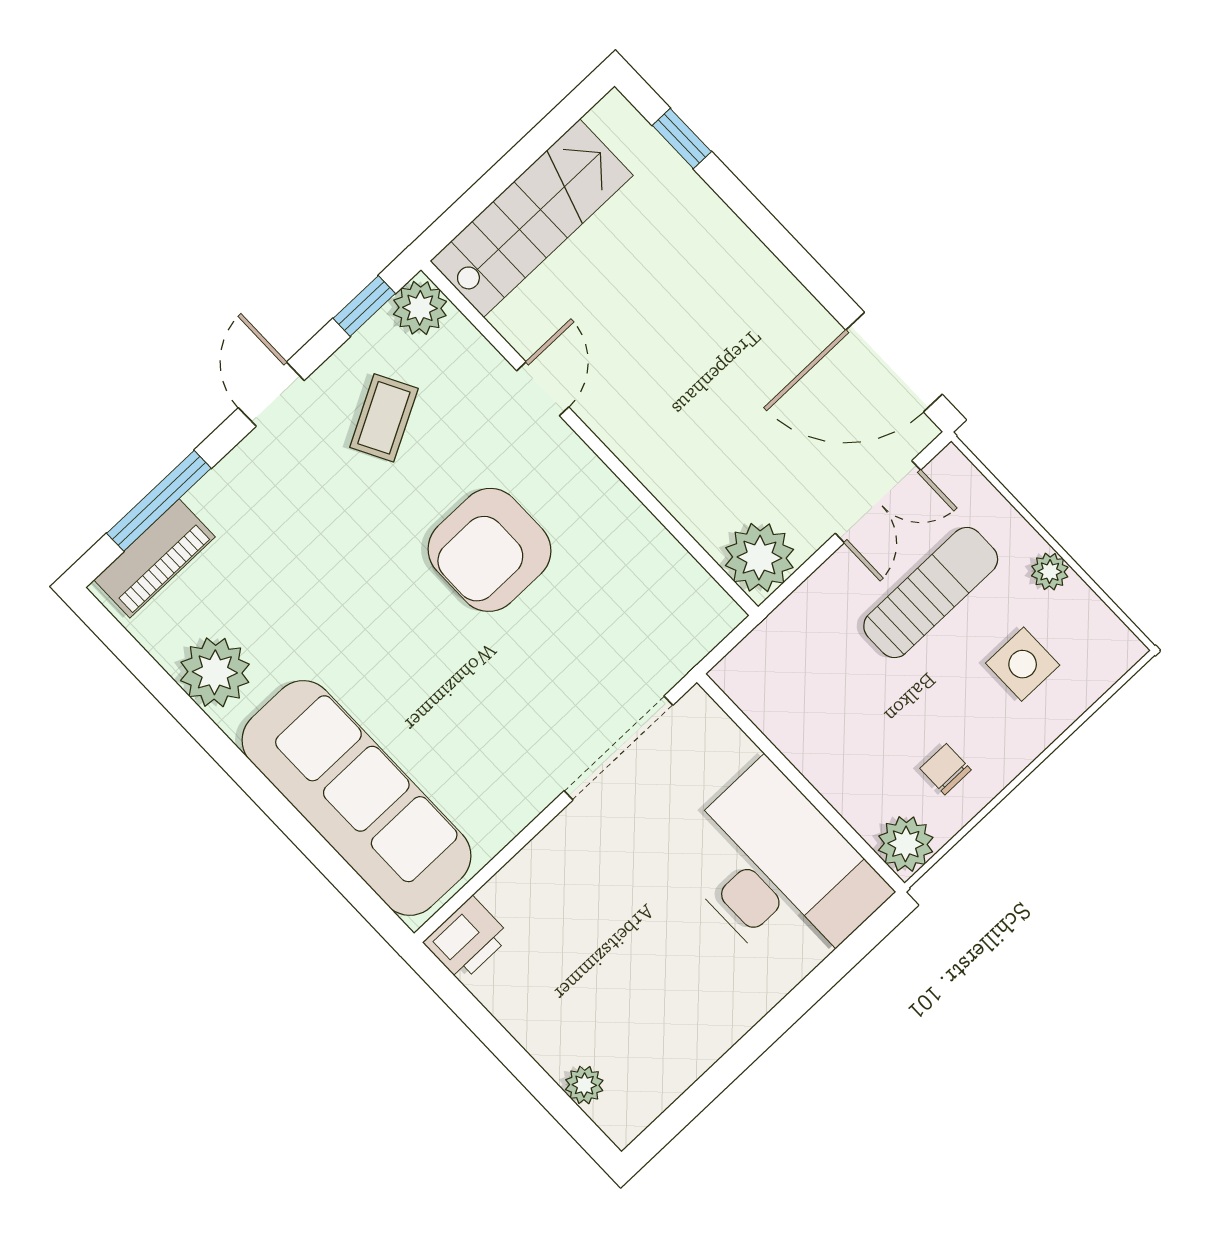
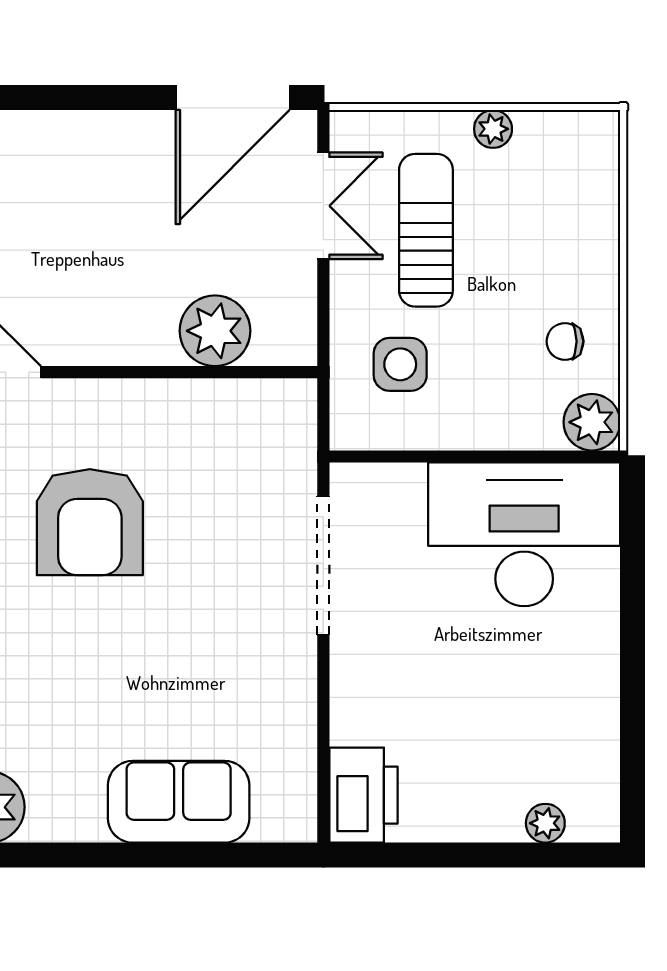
plant: (759, 558) -> (215, 331), moved
side table: (1023, 664) -> (400, 364), moved
sofa: (357, 798) -> (179, 802), width x0.54, depth x0.79
printer: (467, 939) -> (363, 795), width x1.37, depth x1.19

